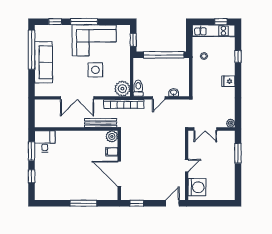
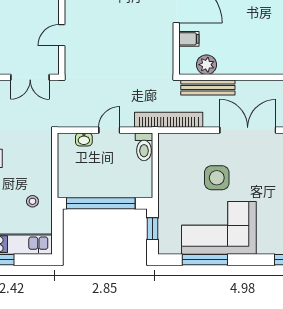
window: (84, 22) -> (205, 260), moved
plant: (122, 89) -> (171, 146), removed
double door: (205, 129) -> (30, 77), swing flipped
plant: (112, 136) -> (206, 65), moved
door: (187, 166) -> (62, 35), moved

